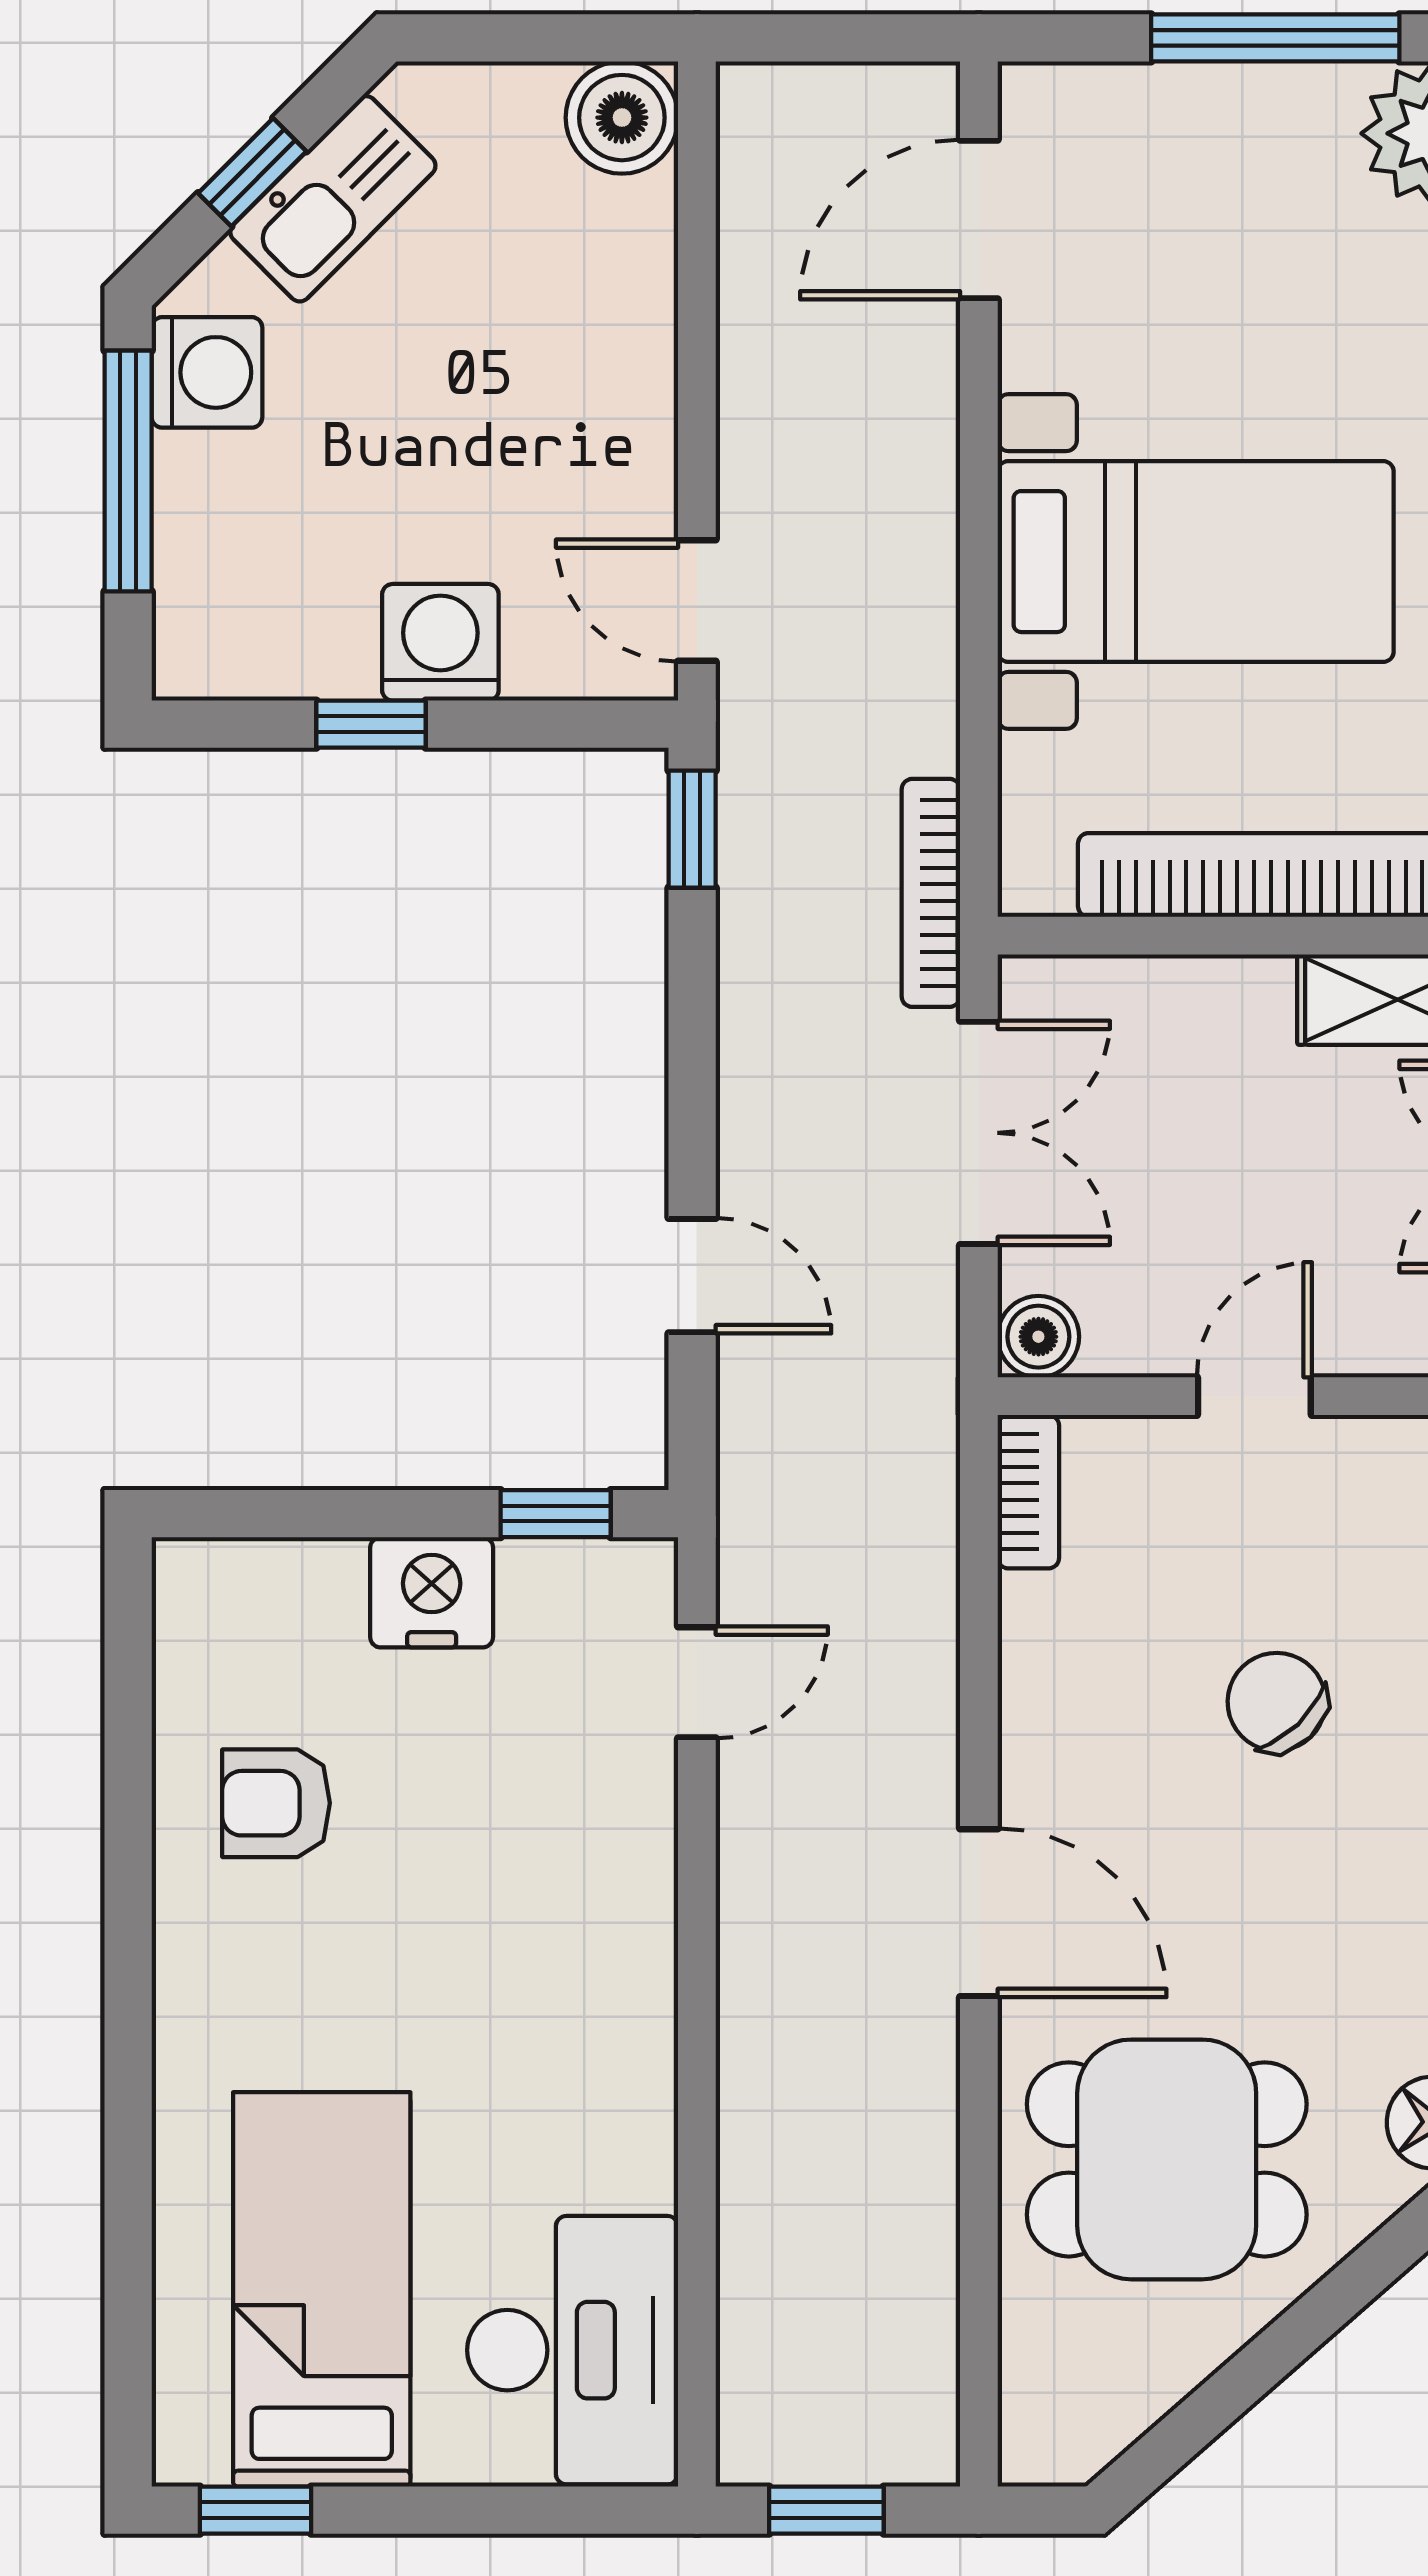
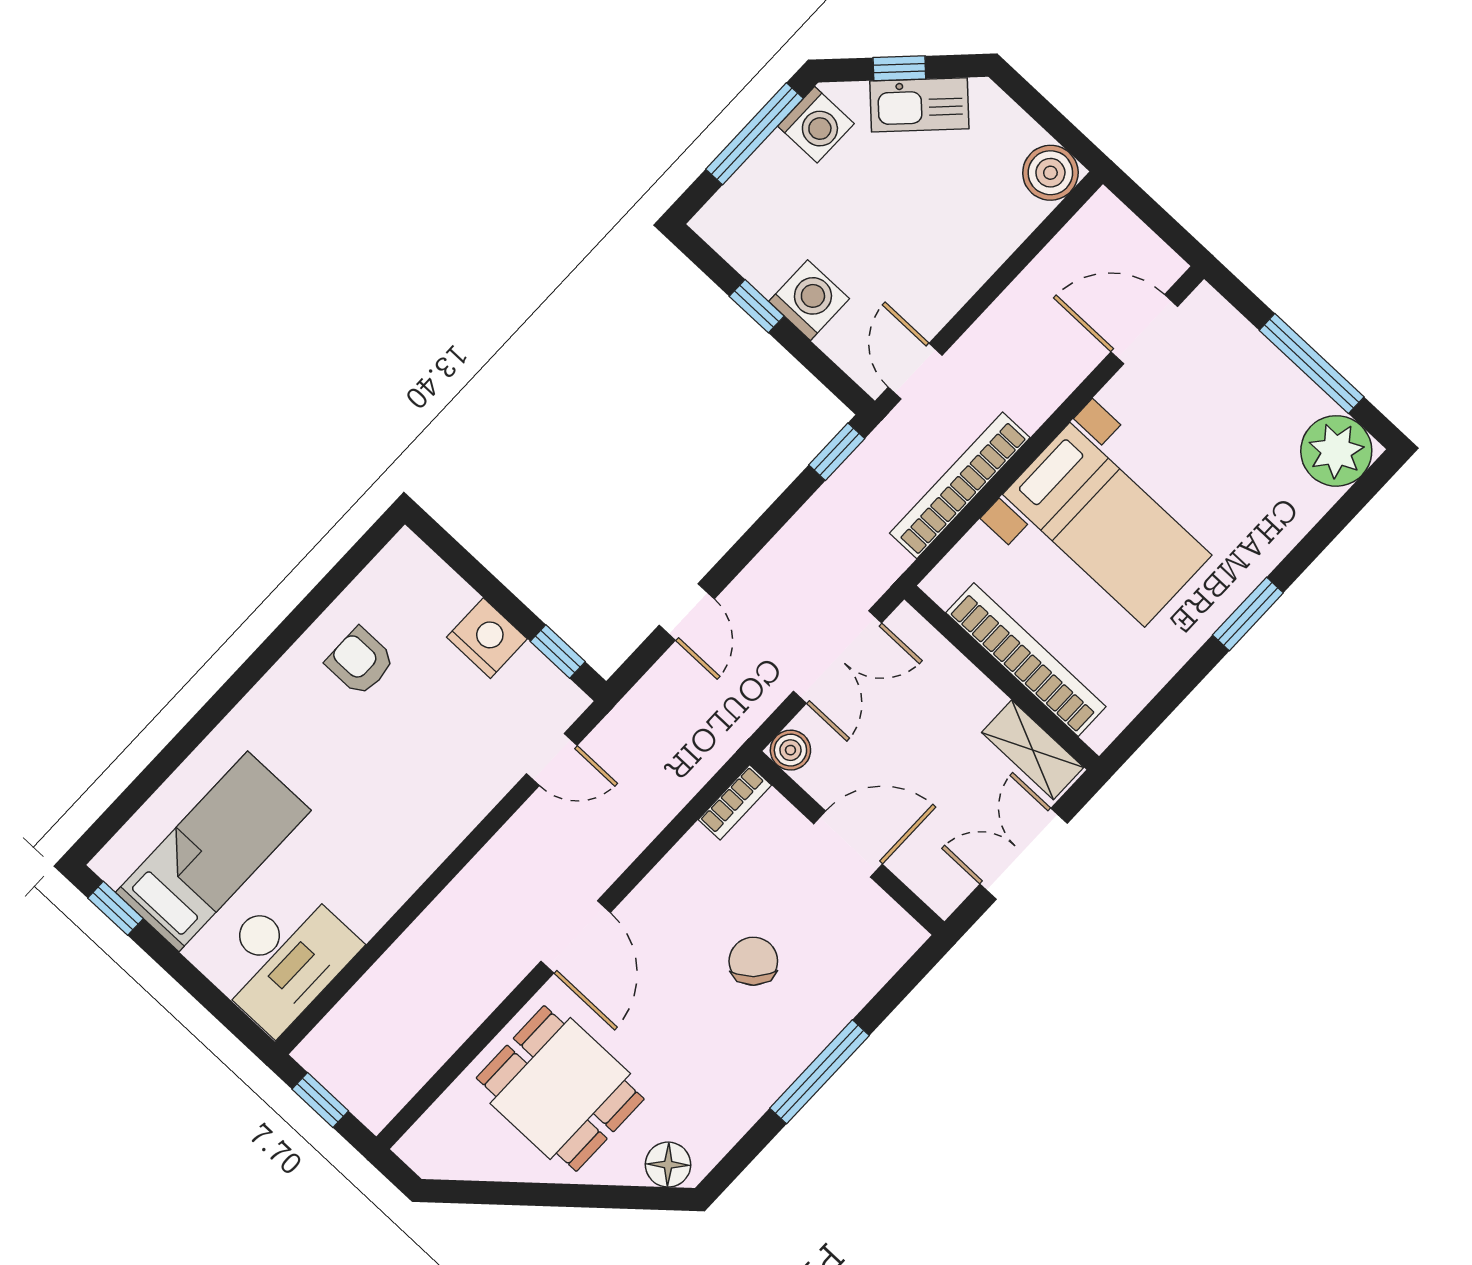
bookcase: (931, 893) -> (960, 485), moved, width x1.48, depth x1.31
door: (1254, 1396) -> (848, 844), width x1.38

